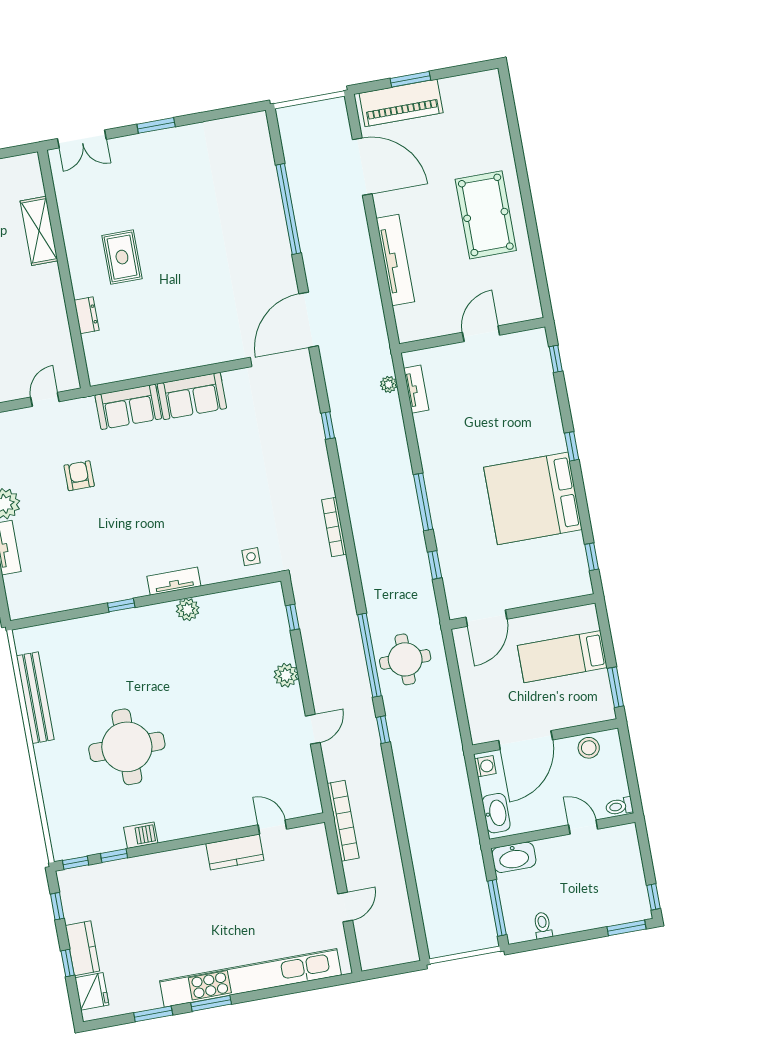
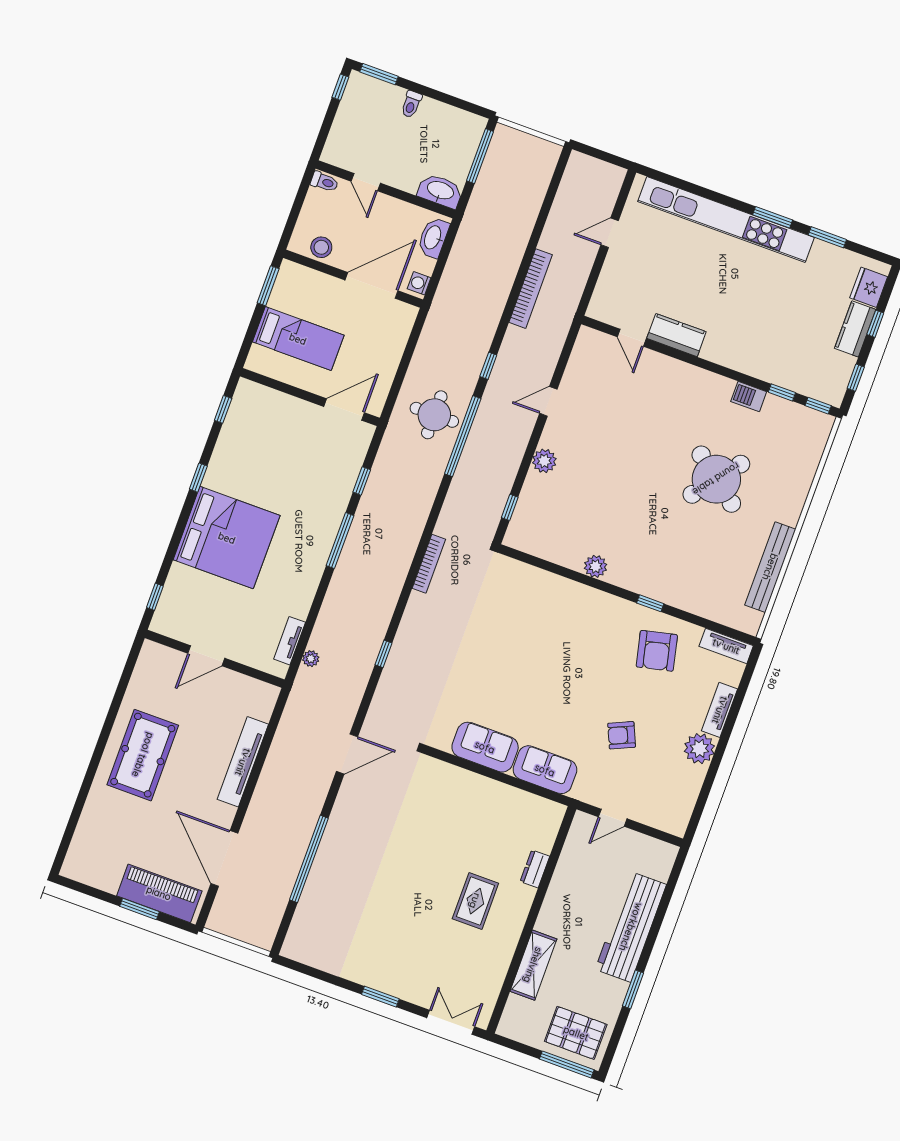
door: (309, 320) -> (347, 754), width x0.73
window: (572, 446) -> (198, 478), moved
armchair: (79, 476) -> (622, 735), turned 66
bed: (533, 498) -> (227, 538), moved
side table: (251, 557) -> (515, 580), removed
armchair: (91, 567) -> (657, 651), added
tv unit: (174, 581) -> (726, 646), moved
round table: (127, 747) -> (716, 479), turned 38
bookcase: (343, 821) -> (531, 289), moved, turned 180
toilet: (543, 925) -> (411, 104), moved

